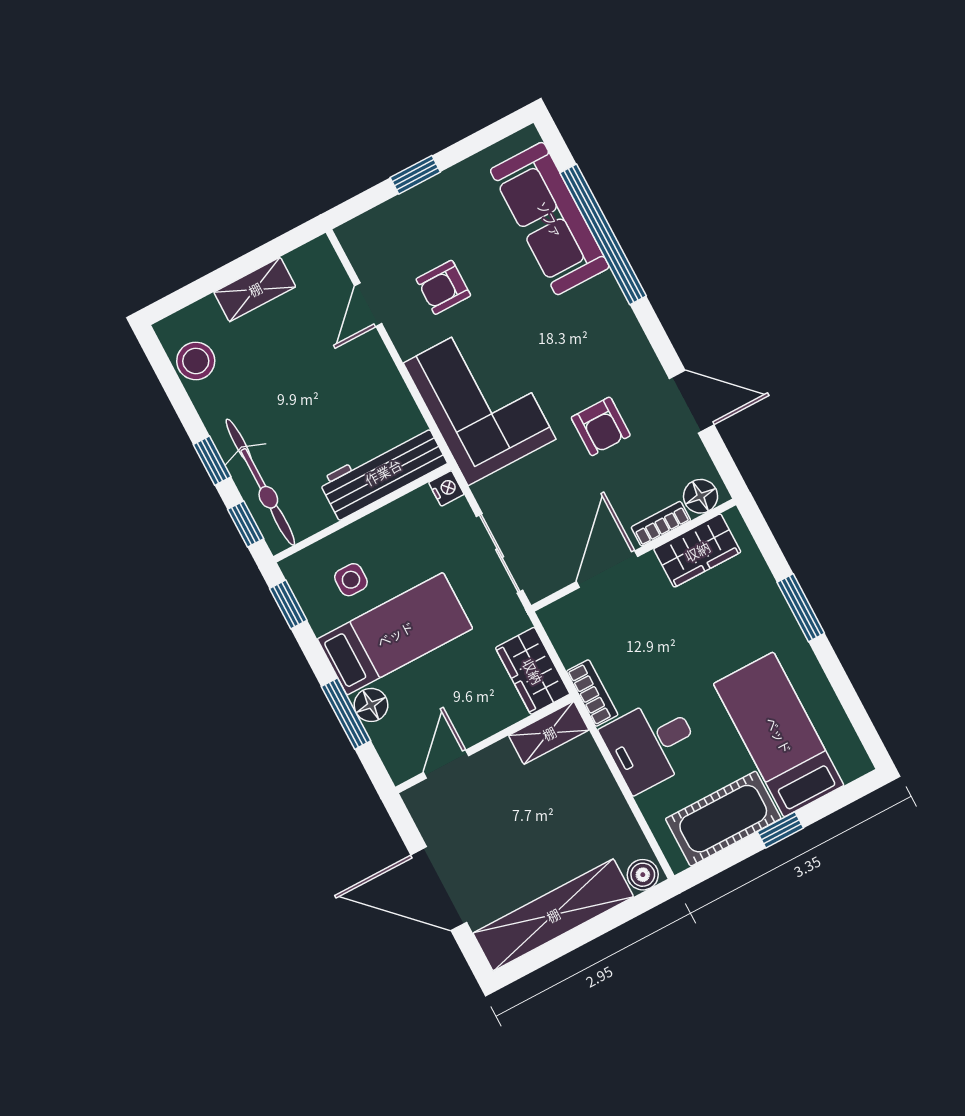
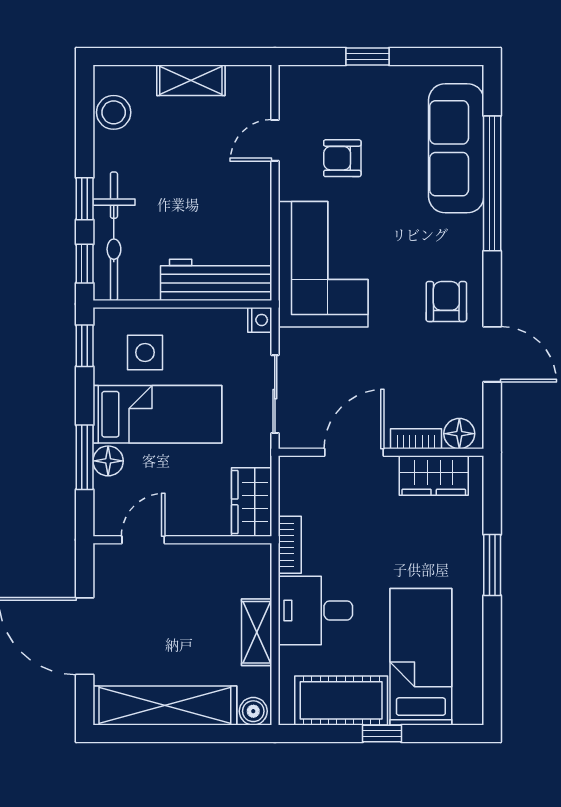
armchair: (601, 426) -> (446, 302), moved, turned 180
side table: (351, 580) -> (145, 352), width x1.37, depth x1.37
shelving: (549, 733) -> (257, 632), moved, turned 90

